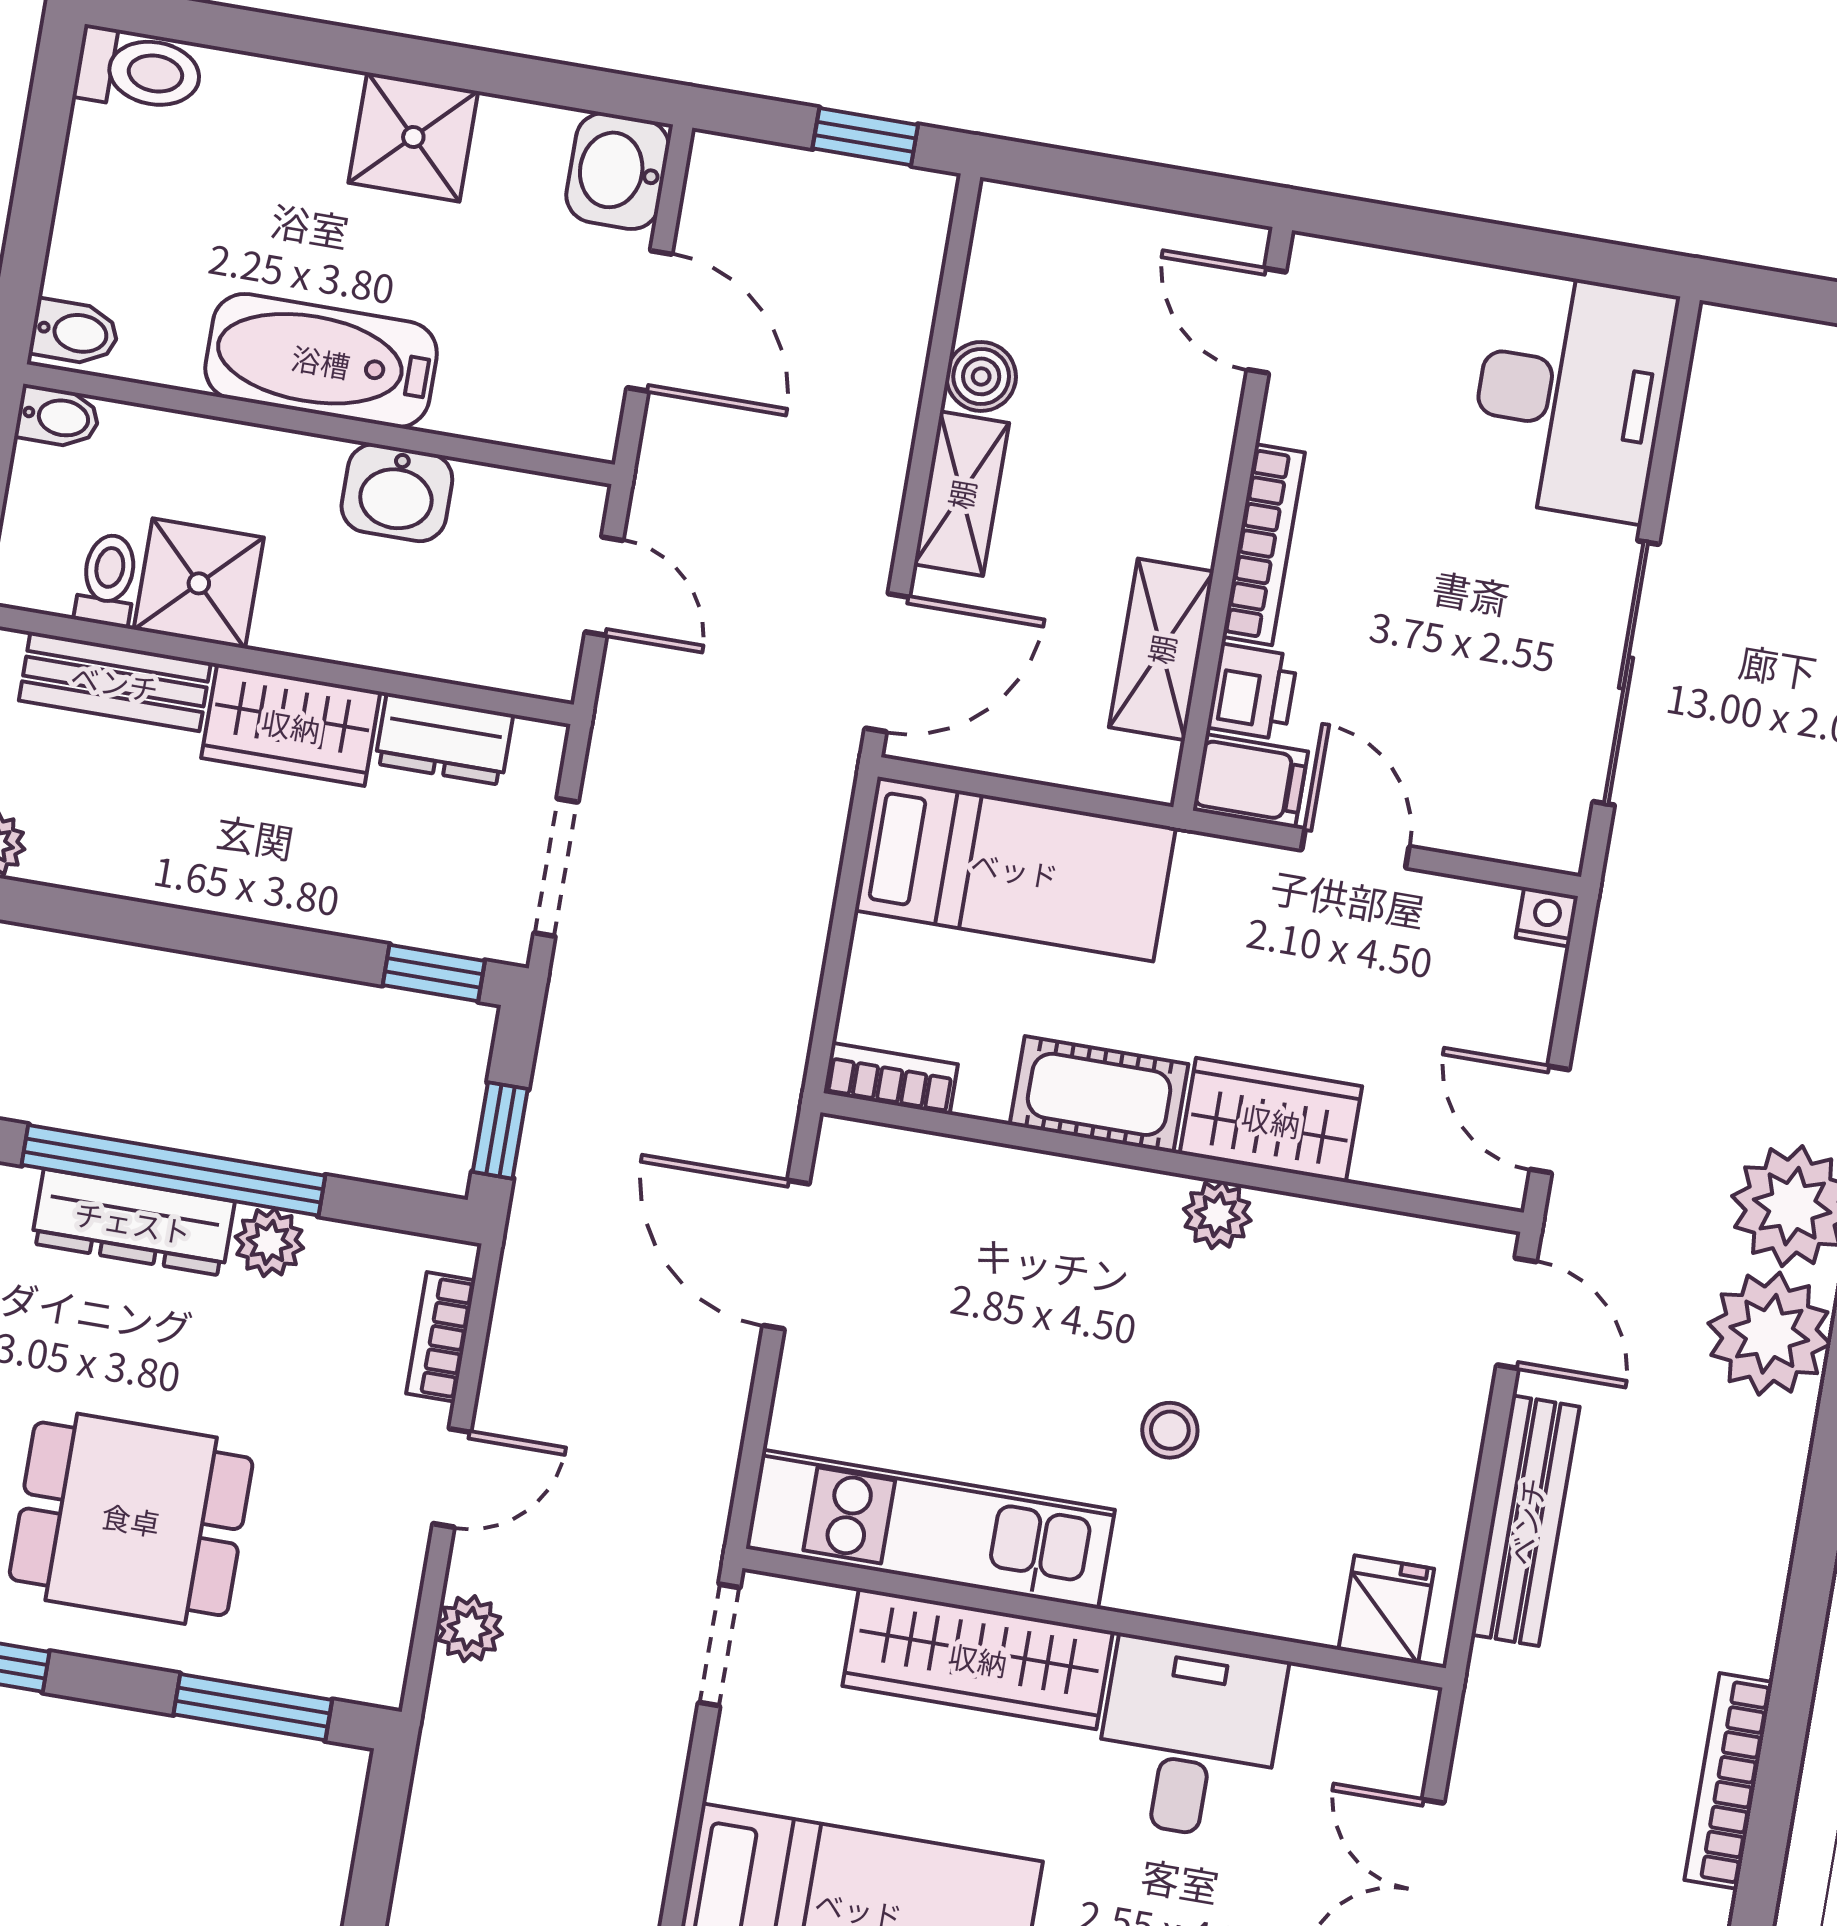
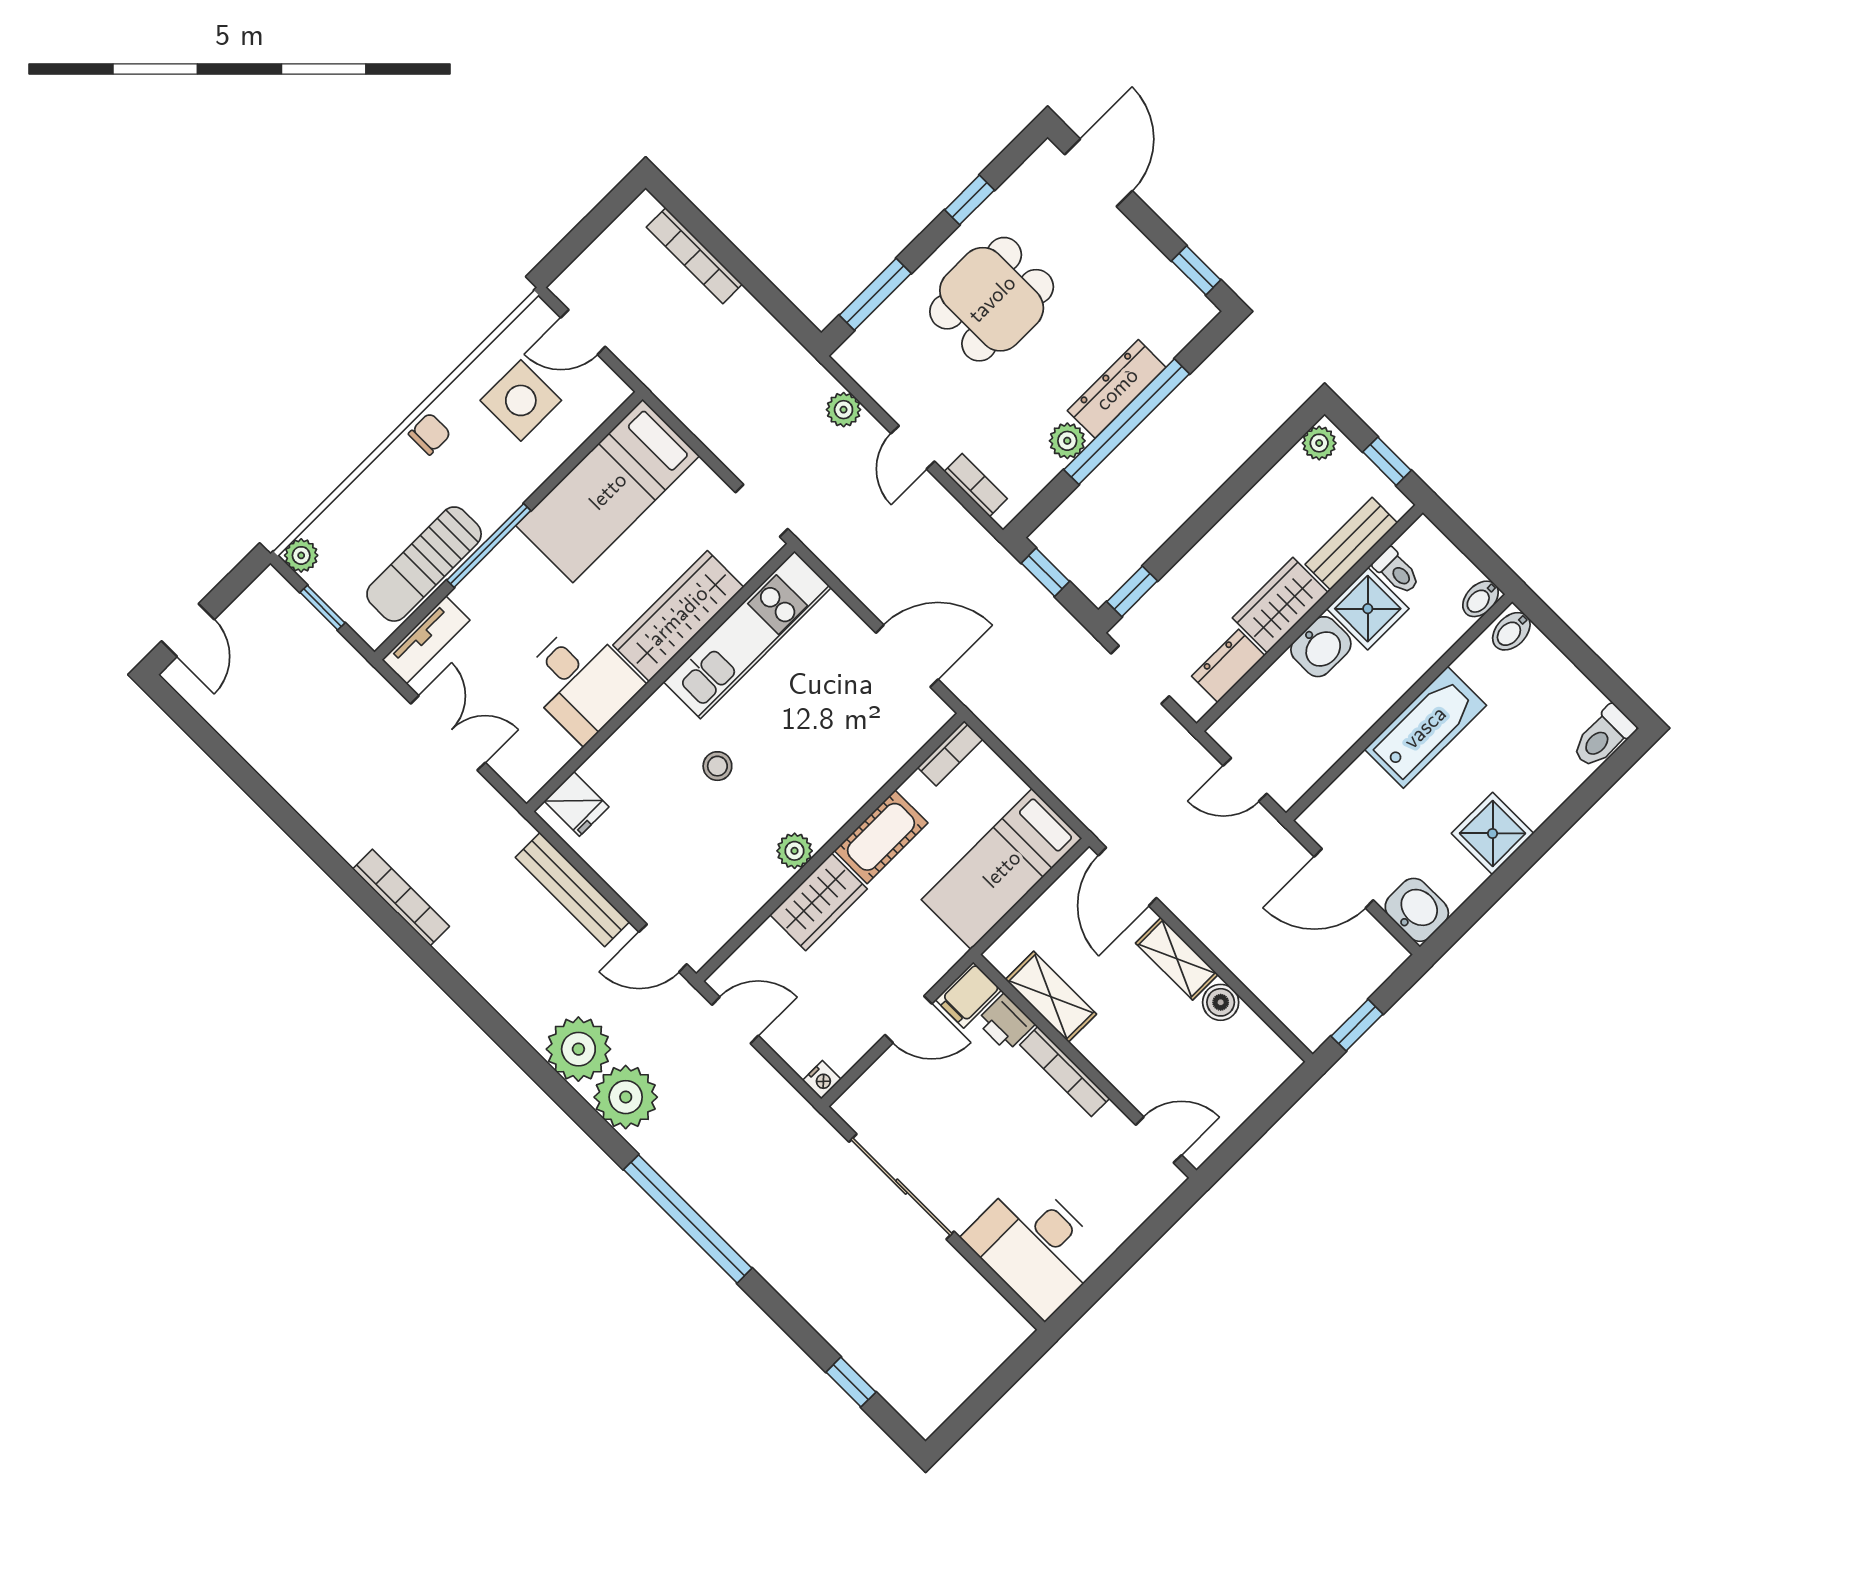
washbasin: (397, 493) -> (1321, 647), moved, turned 180

